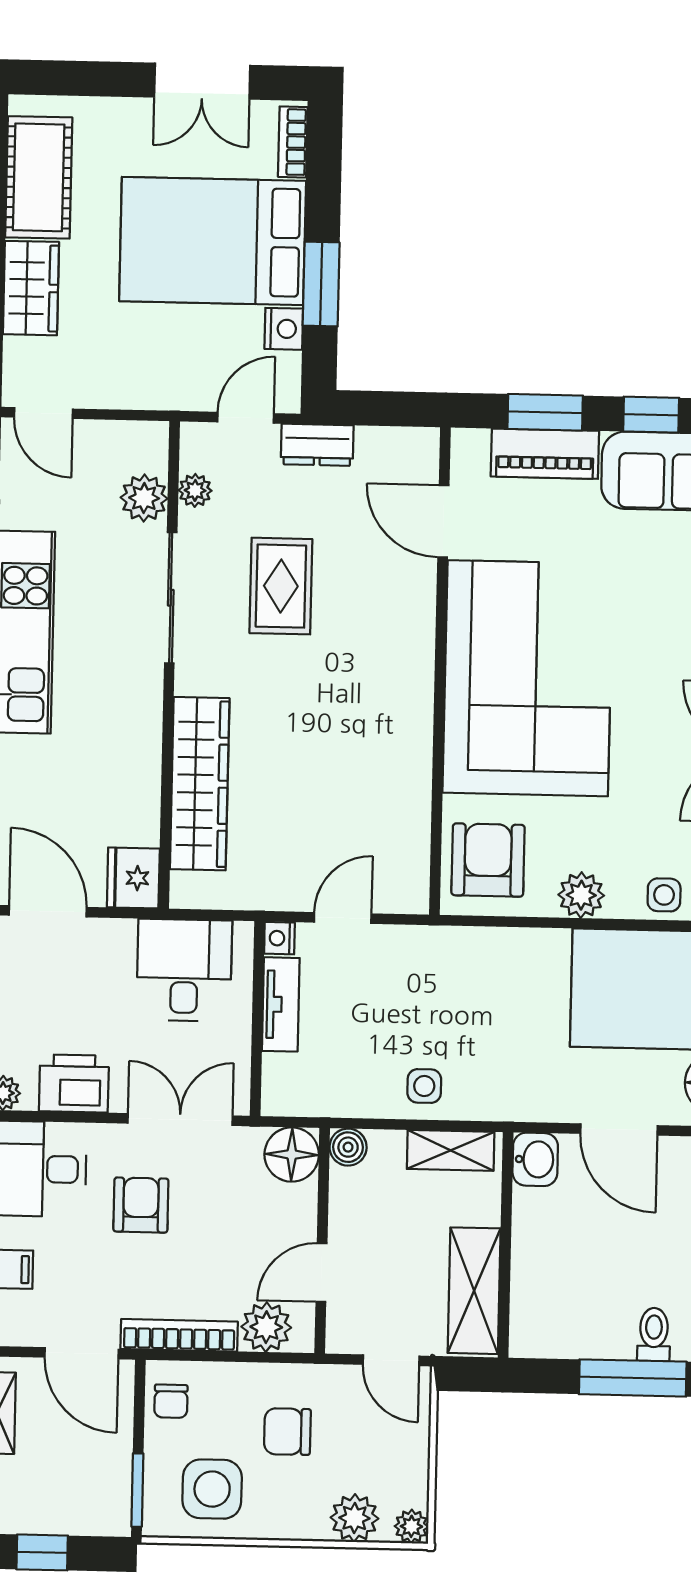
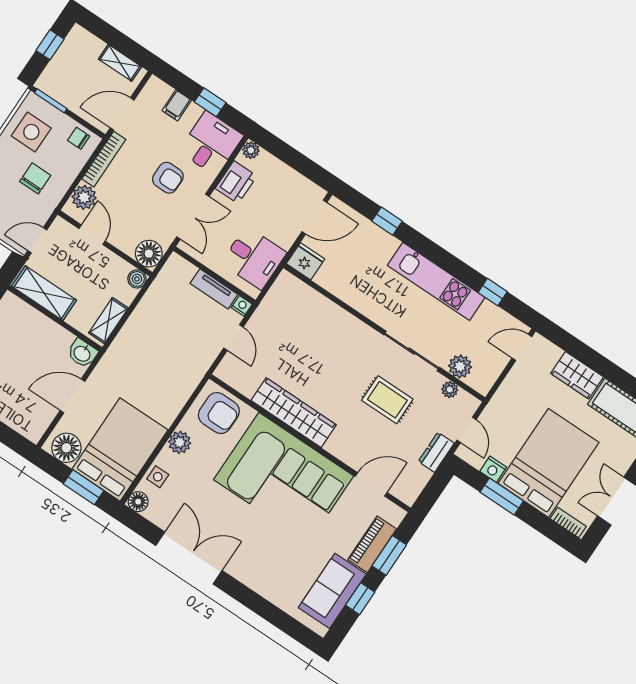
wardrobe: (200, 784) -> (294, 413), moved, turned 180
side table: (424, 1086) -> (142, 327), removed

